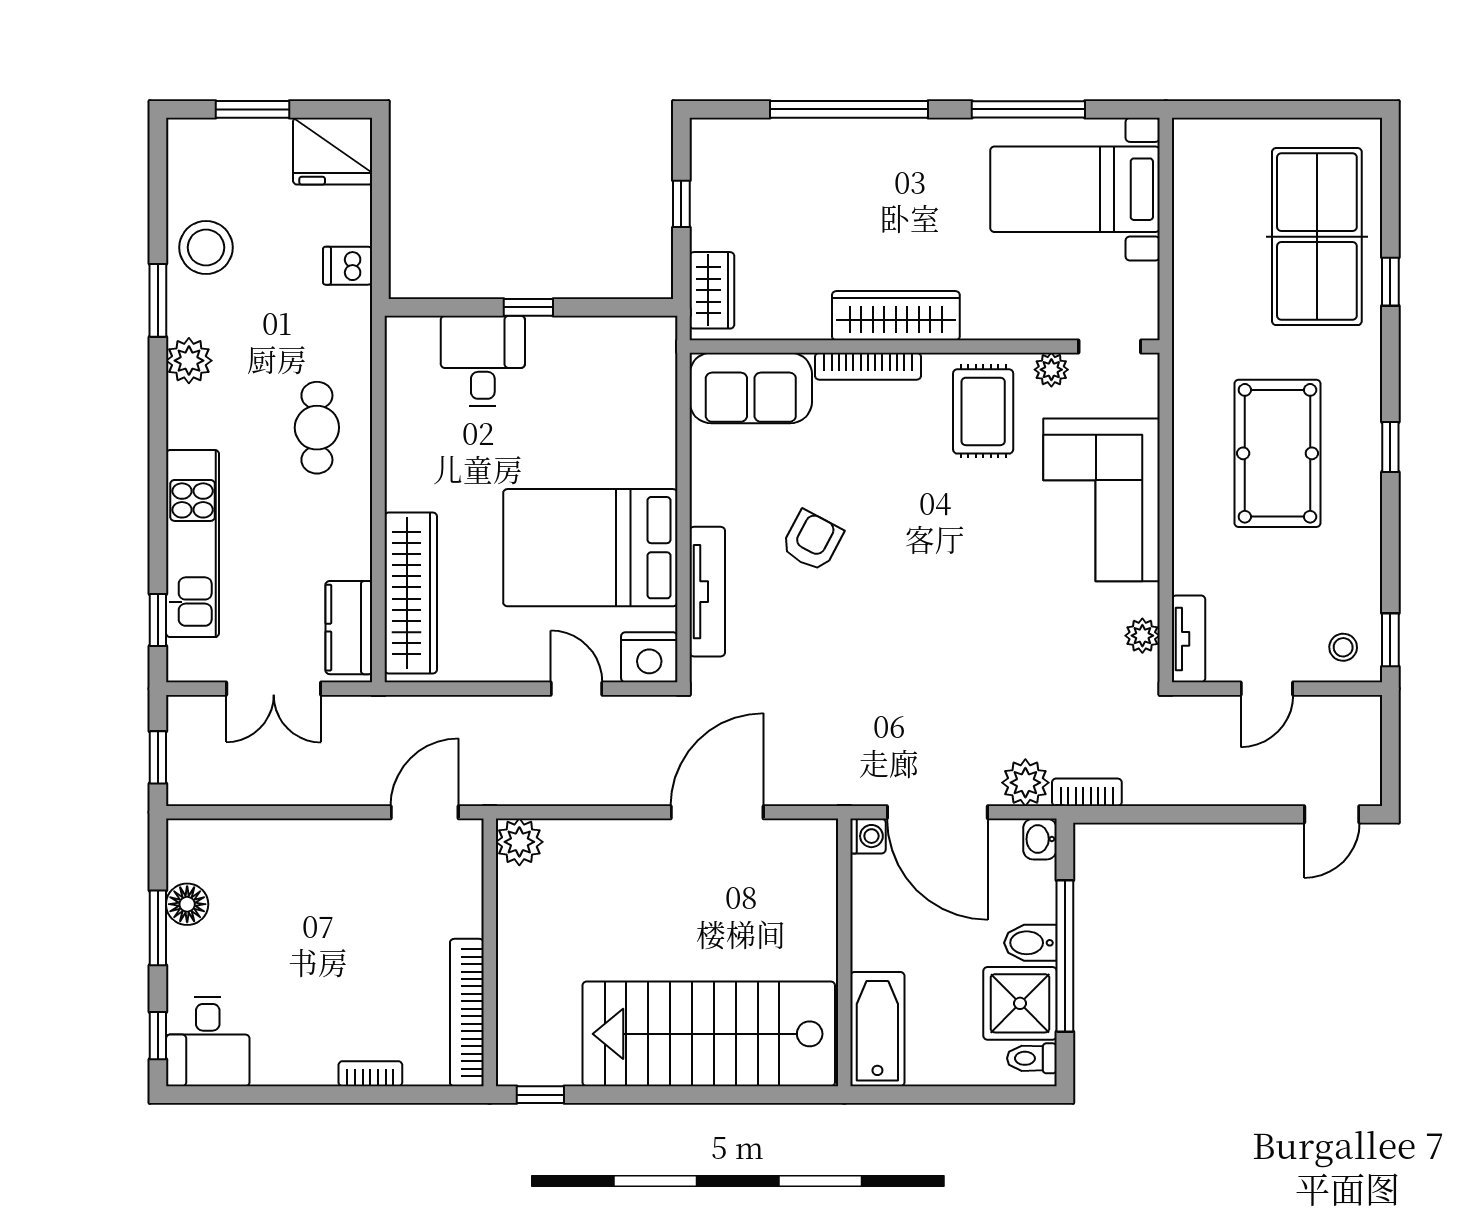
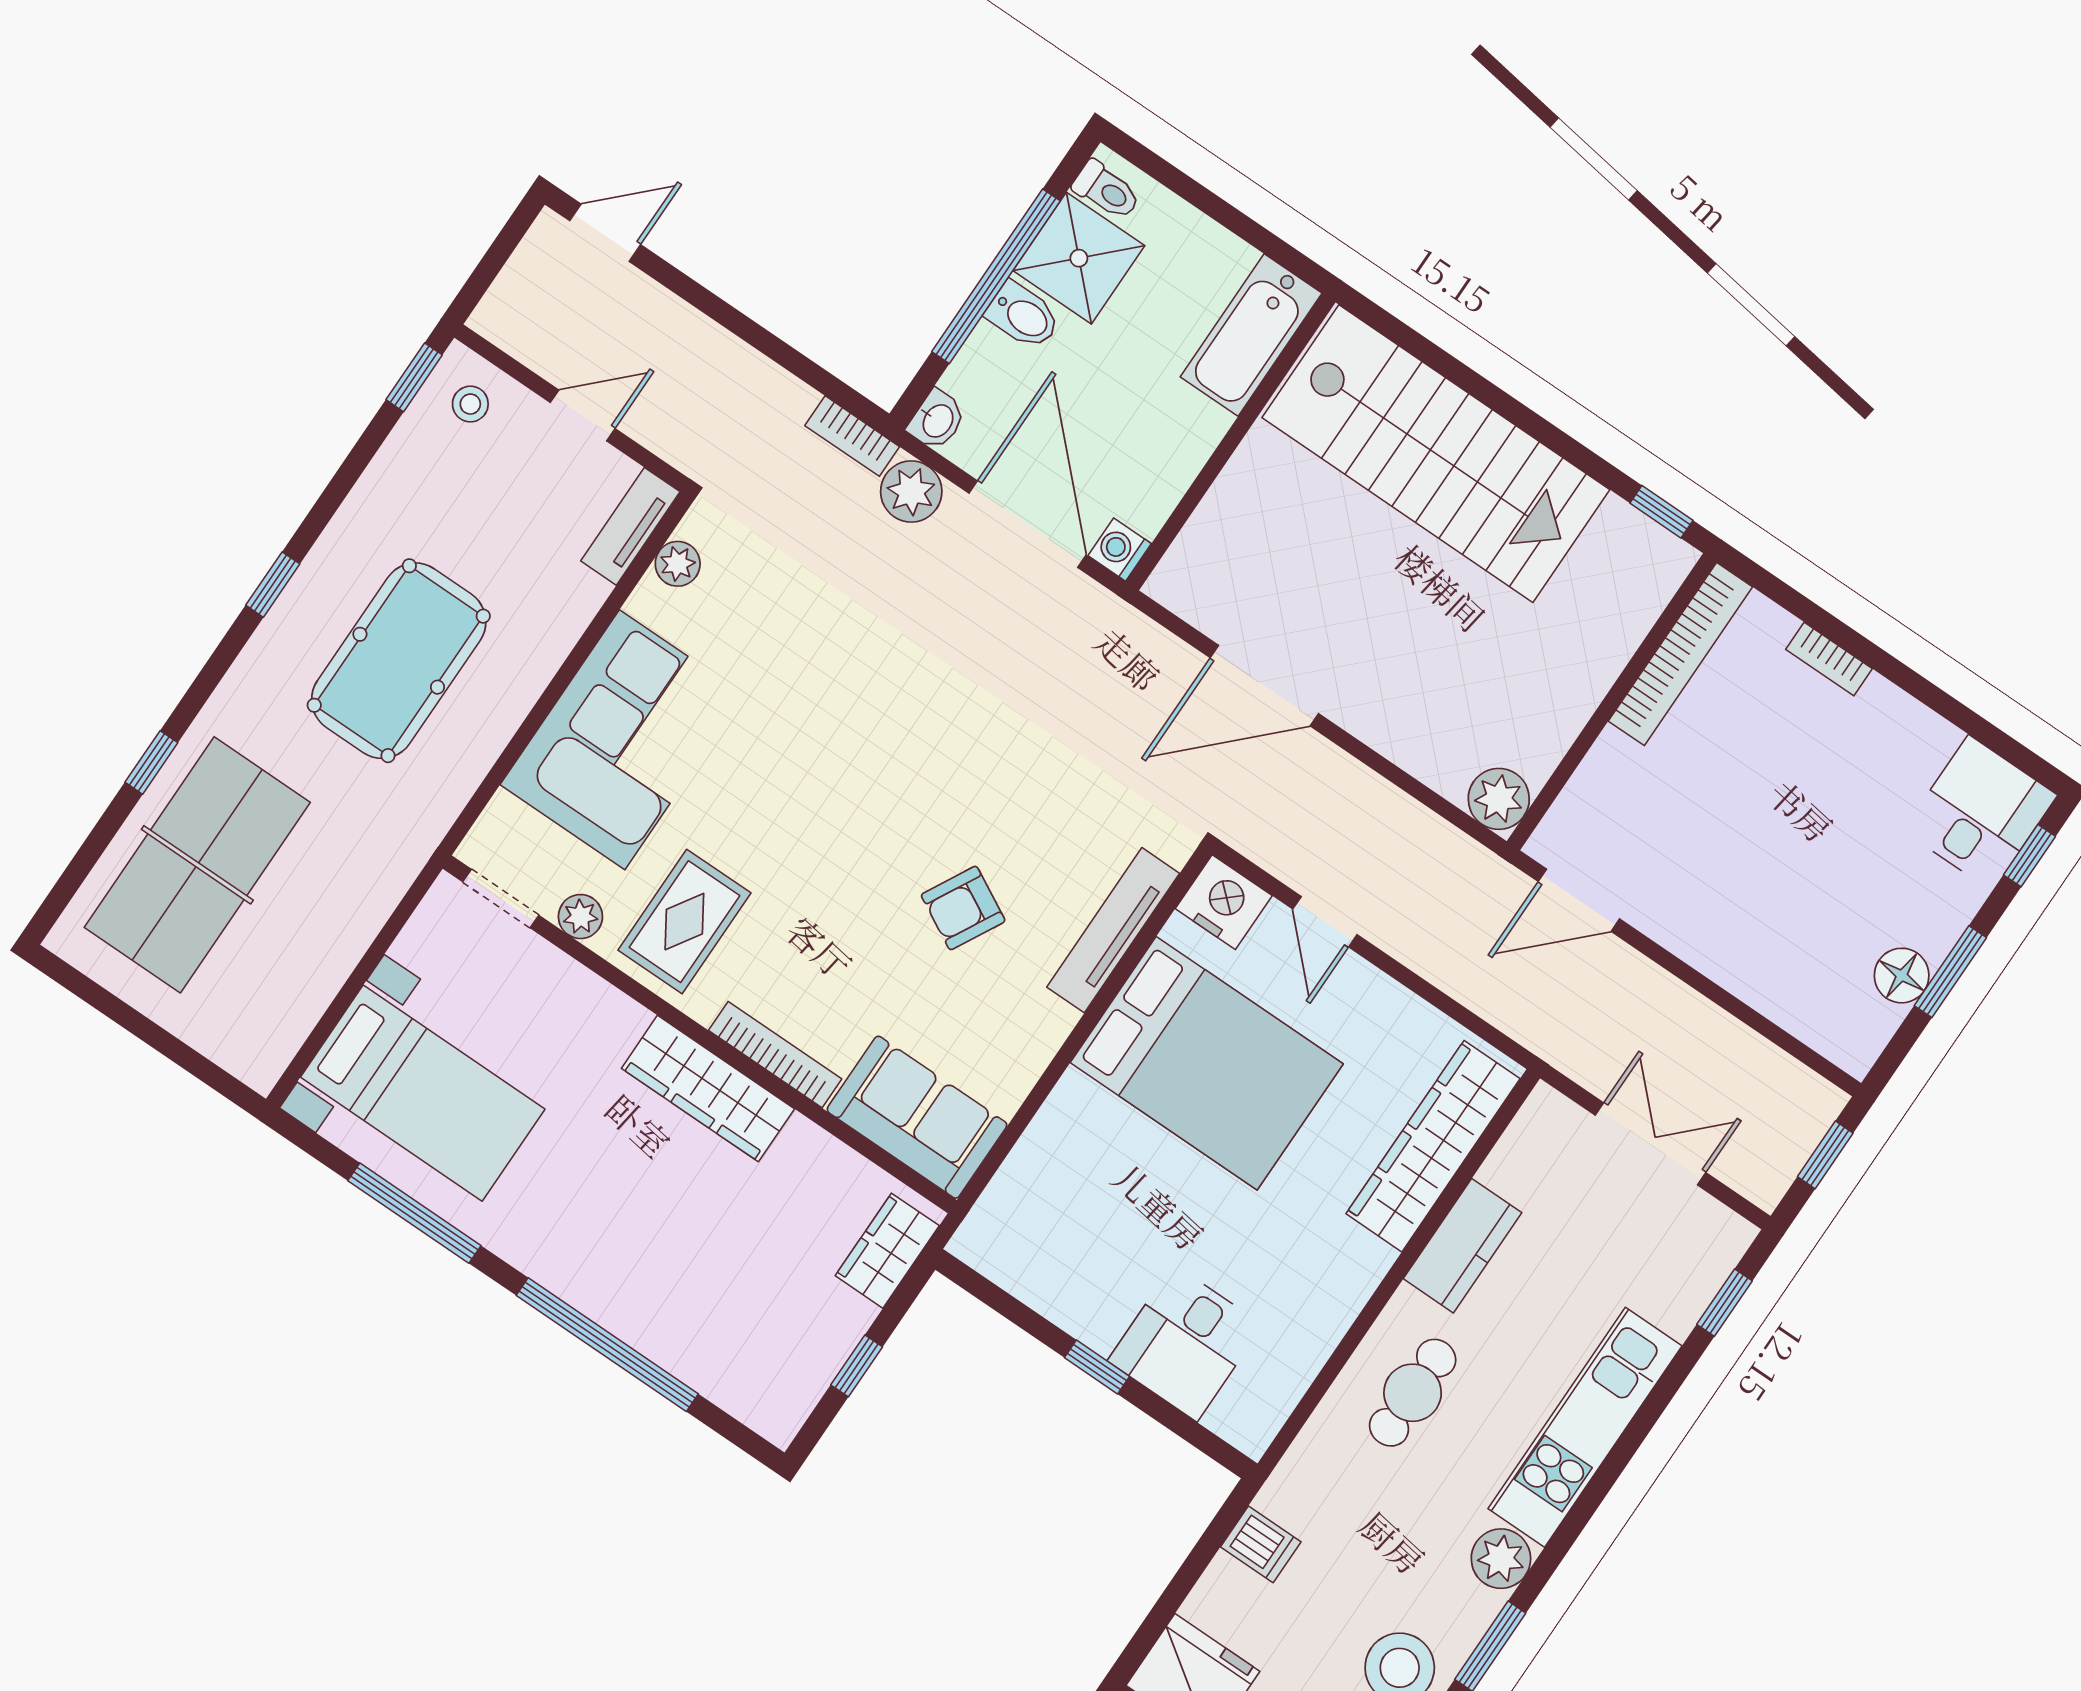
kitchen unit: (193, 544) -> (1585, 1427), moved
kitchen counter: (349, 628) -> (1463, 1246), moved

